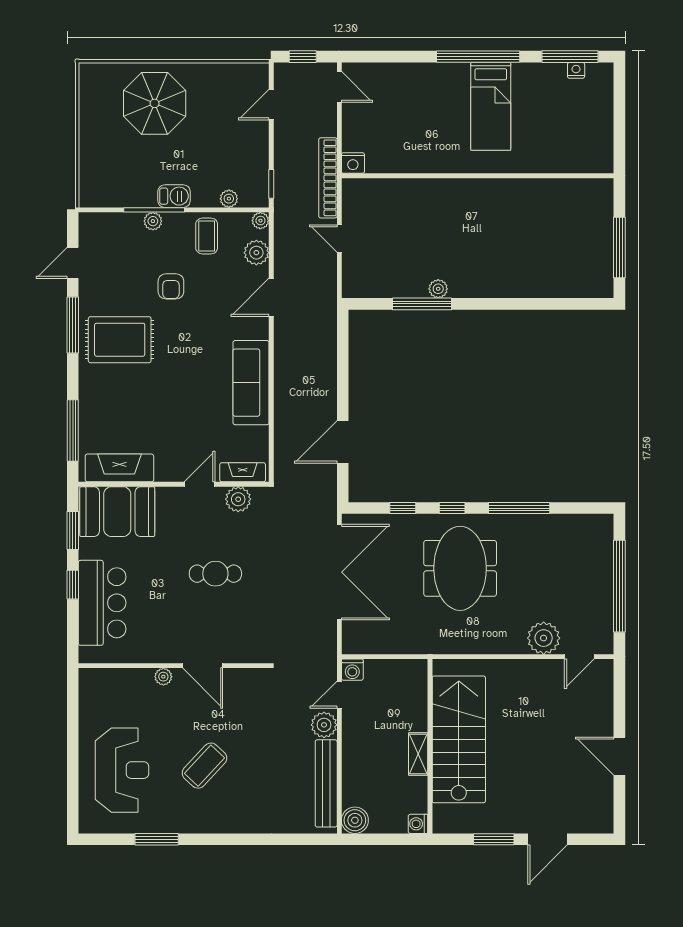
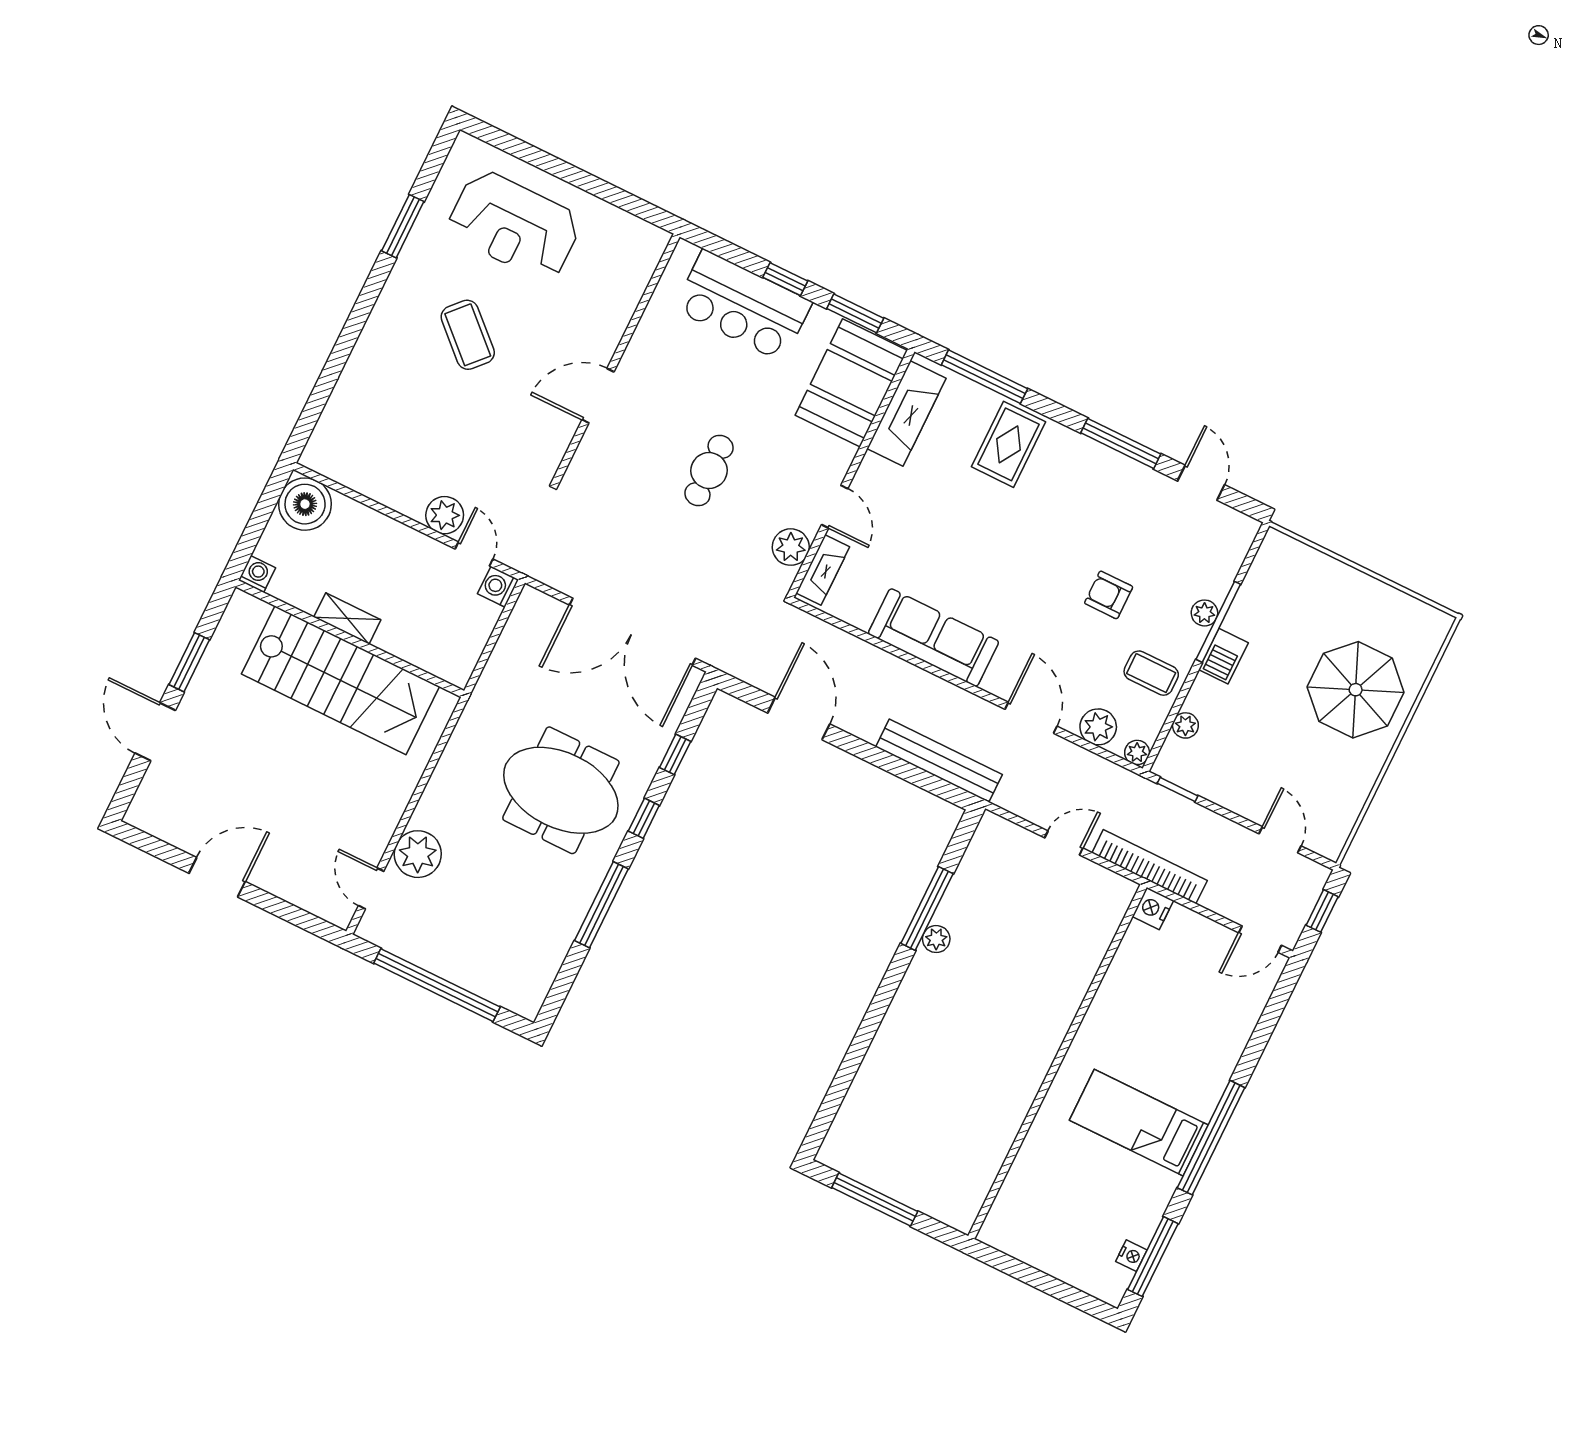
rug: (120, 340) -> (1008, 444), moved, width x0.73, depth x0.70
plant: (163, 677) -> (609, 338), removed
bench: (326, 783) -> (939, 761), moved
boiler: (355, 820) -> (305, 504), width x1.37, depth x1.37

